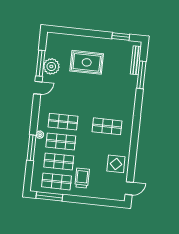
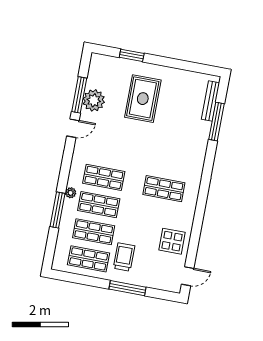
window: (121, 36) -> (132, 55), moved
rug: (87, 62) -> (143, 99), turned 90
window: (49, 196) -> (128, 288), moved

